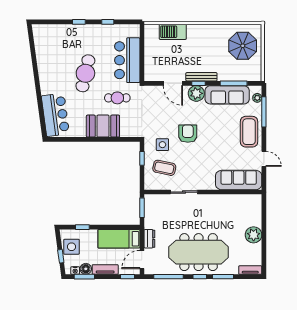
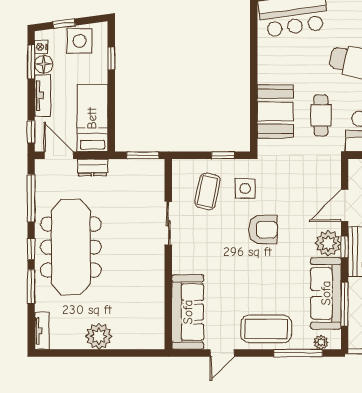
booth: (103, 126) -> (275, 111), moved

